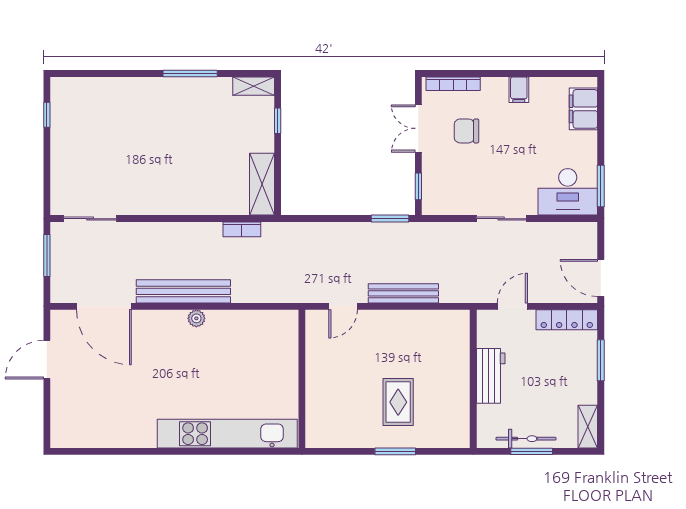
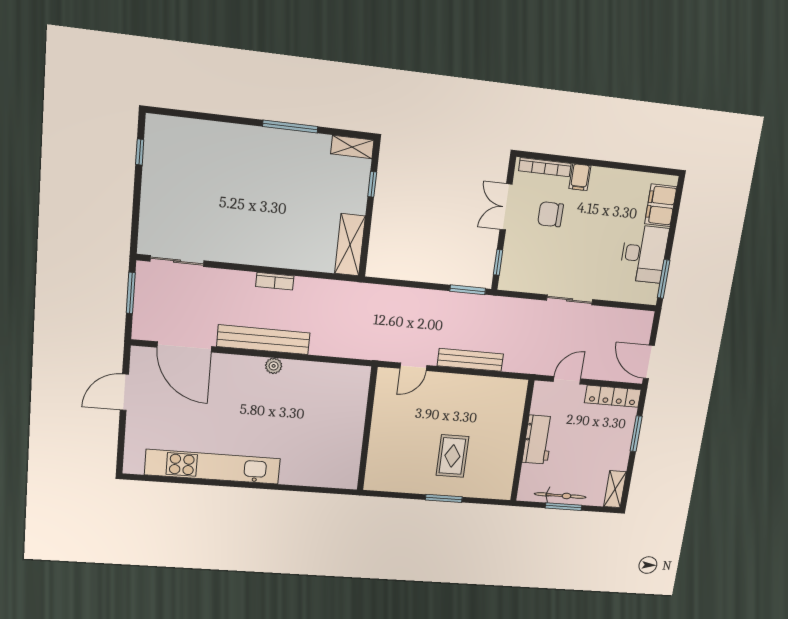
filing cabinet: (519, 90) -> (580, 177), moved
desk: (568, 192) -> (644, 254), moved, turned -90
bookcase: (242, 229) -> (275, 281), moved
kitchen unit: (227, 434) -> (213, 467), moved

